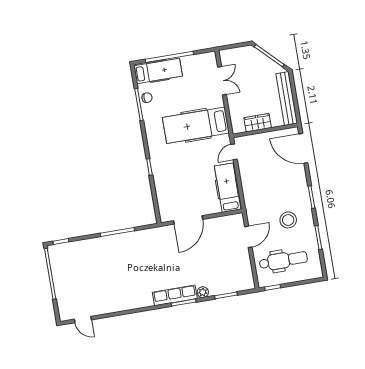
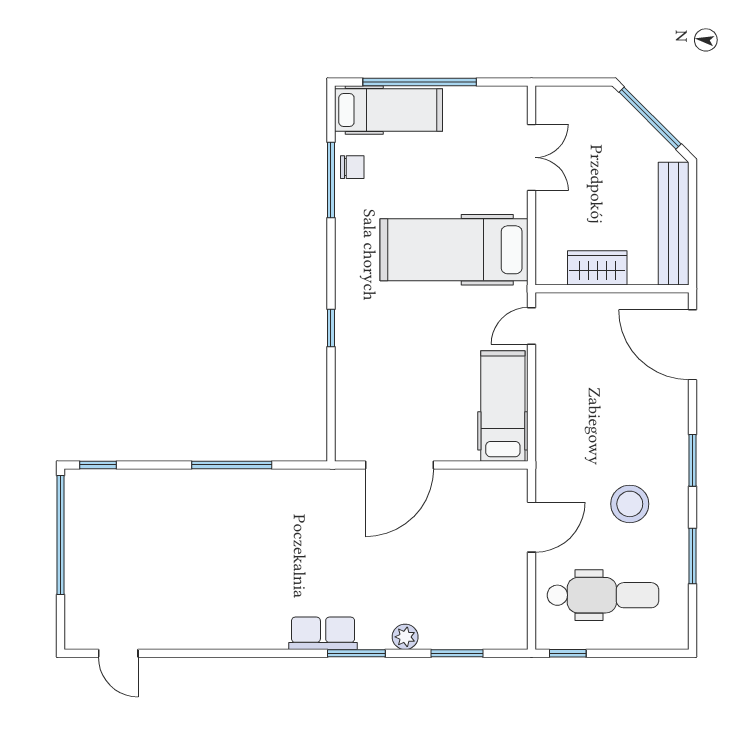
row of seats: (175, 295) -> (323, 633), width x0.68

